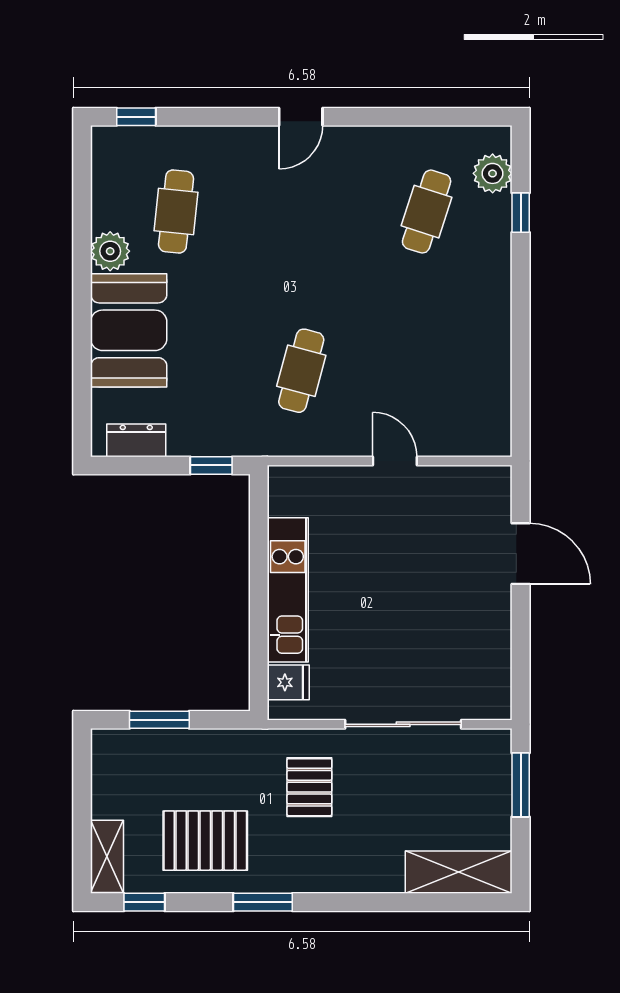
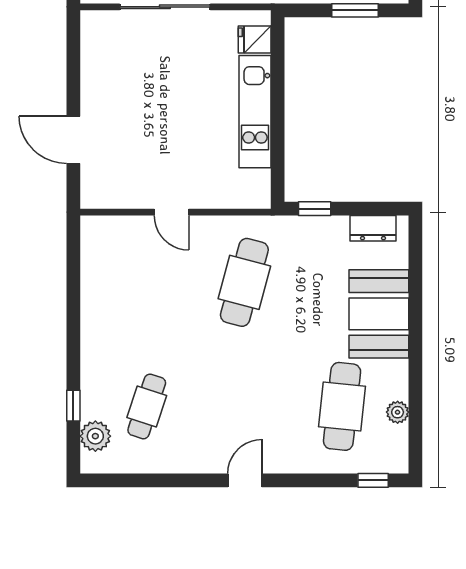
cafe table: (176, 212) -> (342, 406), width x1.37, depth x1.35
plant: (110, 251) -> (398, 412), moved, width x0.73, depth x0.73
cafe table: (301, 371) -> (244, 282), width x1.37, depth x1.35

